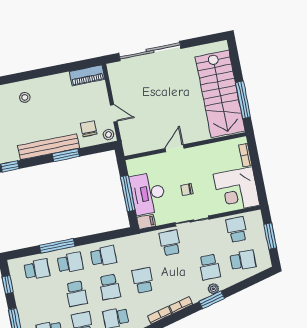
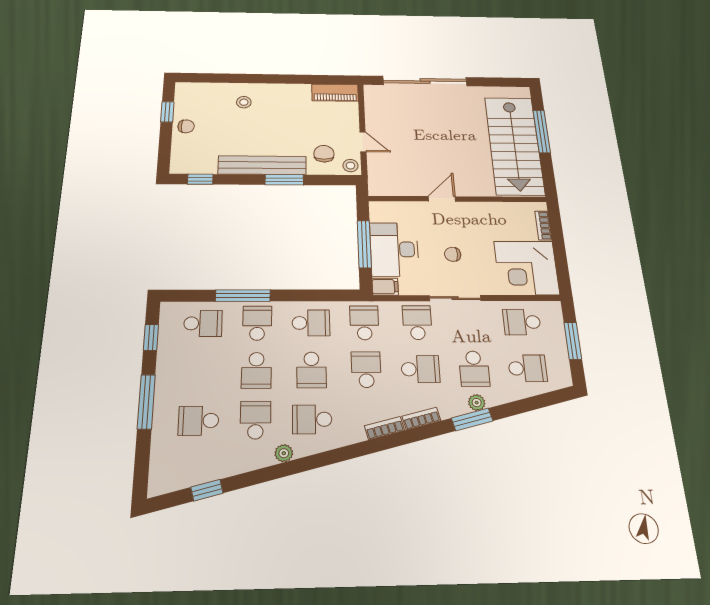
window: (243, 100) -> (542, 131), moved
school desk: (237, 229) -> (522, 322), turned -90
school desk: (137, 249) -> (364, 323), added
school desk: (70, 263) -> (257, 323), turned -90
school desk: (176, 274) -> (420, 369), added

